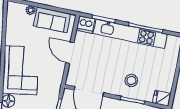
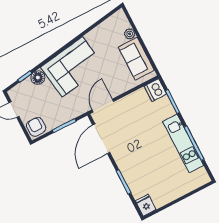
kitchen unit: (130, 34) -> (183, 143), width x0.73
door: (70, 53) -> (103, 106), moved
stool: (131, 80) -> (140, 167), removed

